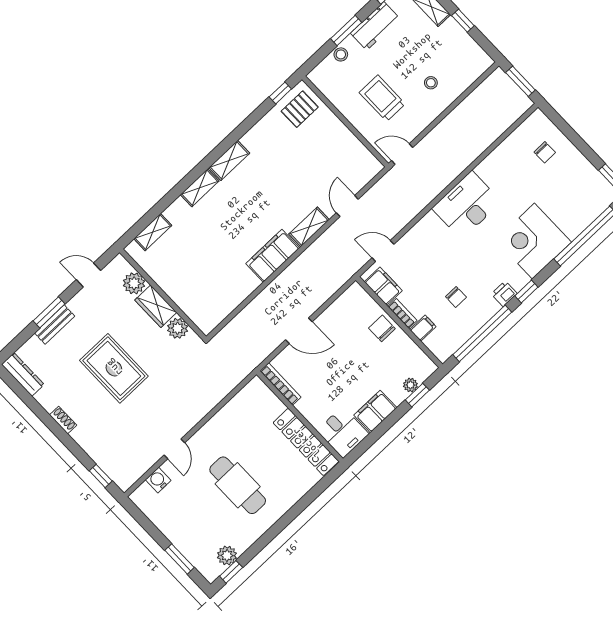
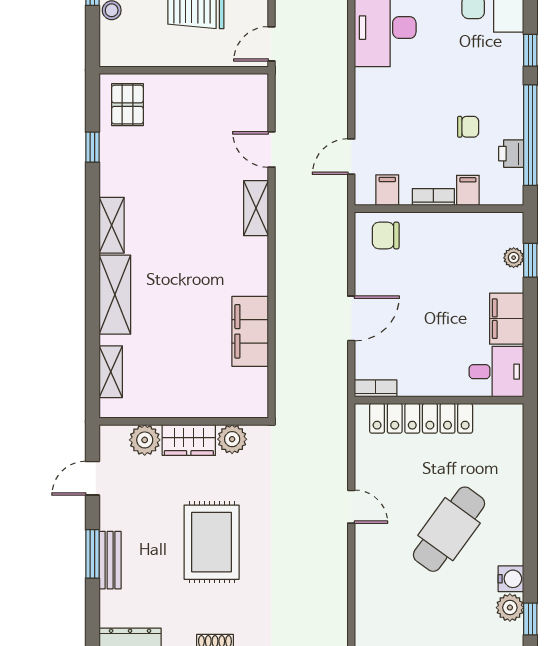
window: (280, 93) -> (92, 147), moved
shelving: (200, 188) -> (115, 295), width x1.50, depth x1.33
filing cabinet: (273, 256) -> (250, 331), moved
filing cabinet: (383, 286) -> (387, 190), width x0.50
printer: (504, 294) -> (511, 154), moved
chair: (382, 328) -> (386, 235), moved
rug: (114, 368) -> (212, 542), turned 90
bookcase: (280, 384) -> (376, 388), width x0.64
locker: (306, 442) -> (421, 418), moved
door: (174, 449) -> (351, 507), moved
water cooler: (158, 480) -> (511, 579), moved, turned 180
cafe table: (238, 485) -> (449, 529), turned -54

